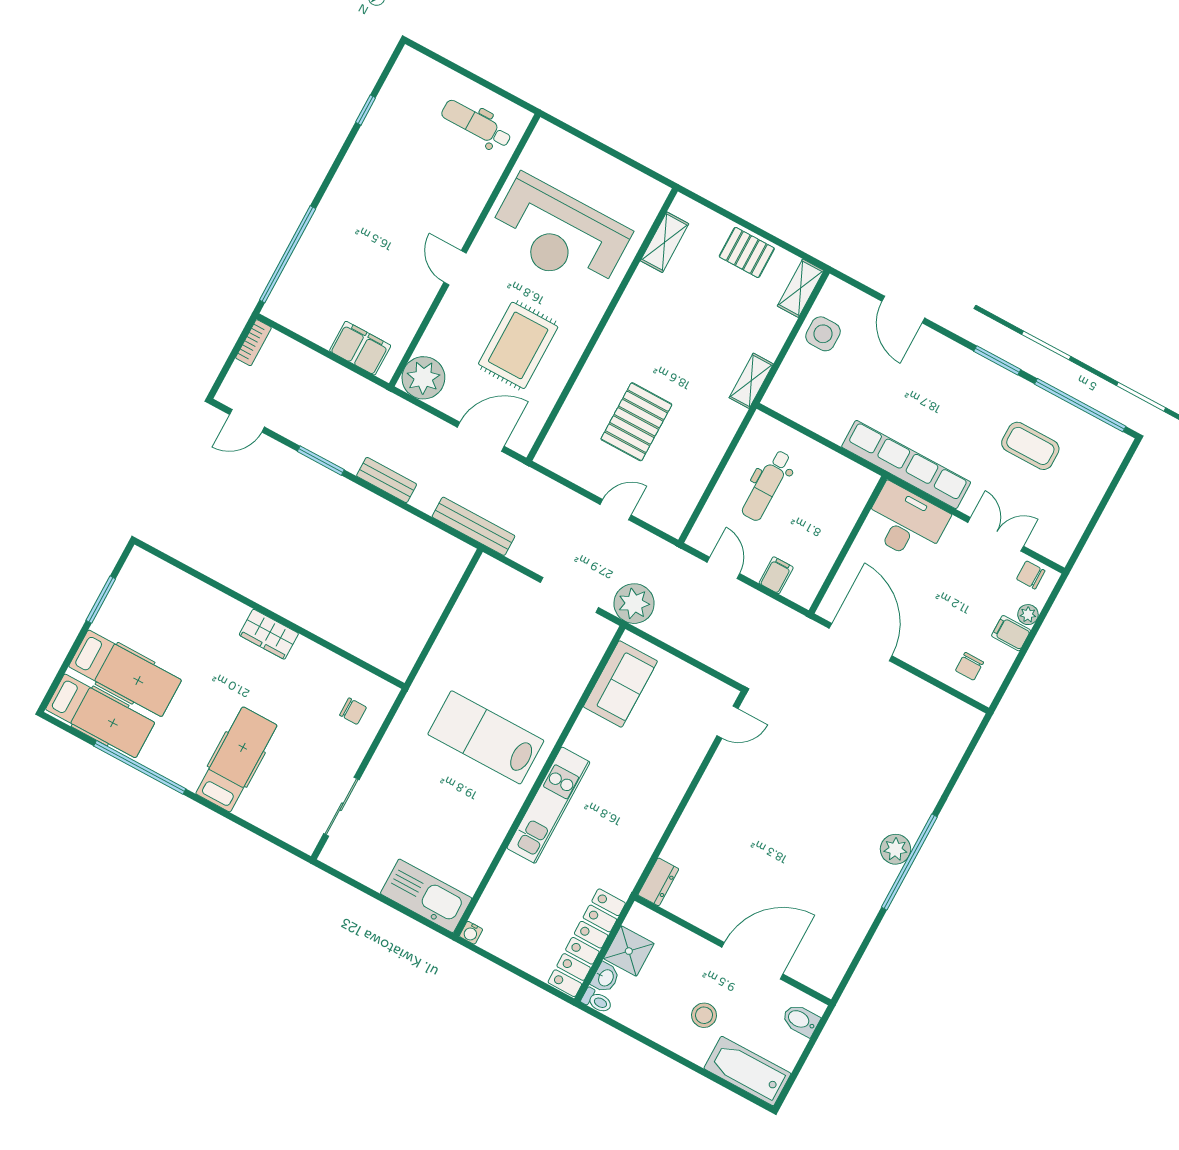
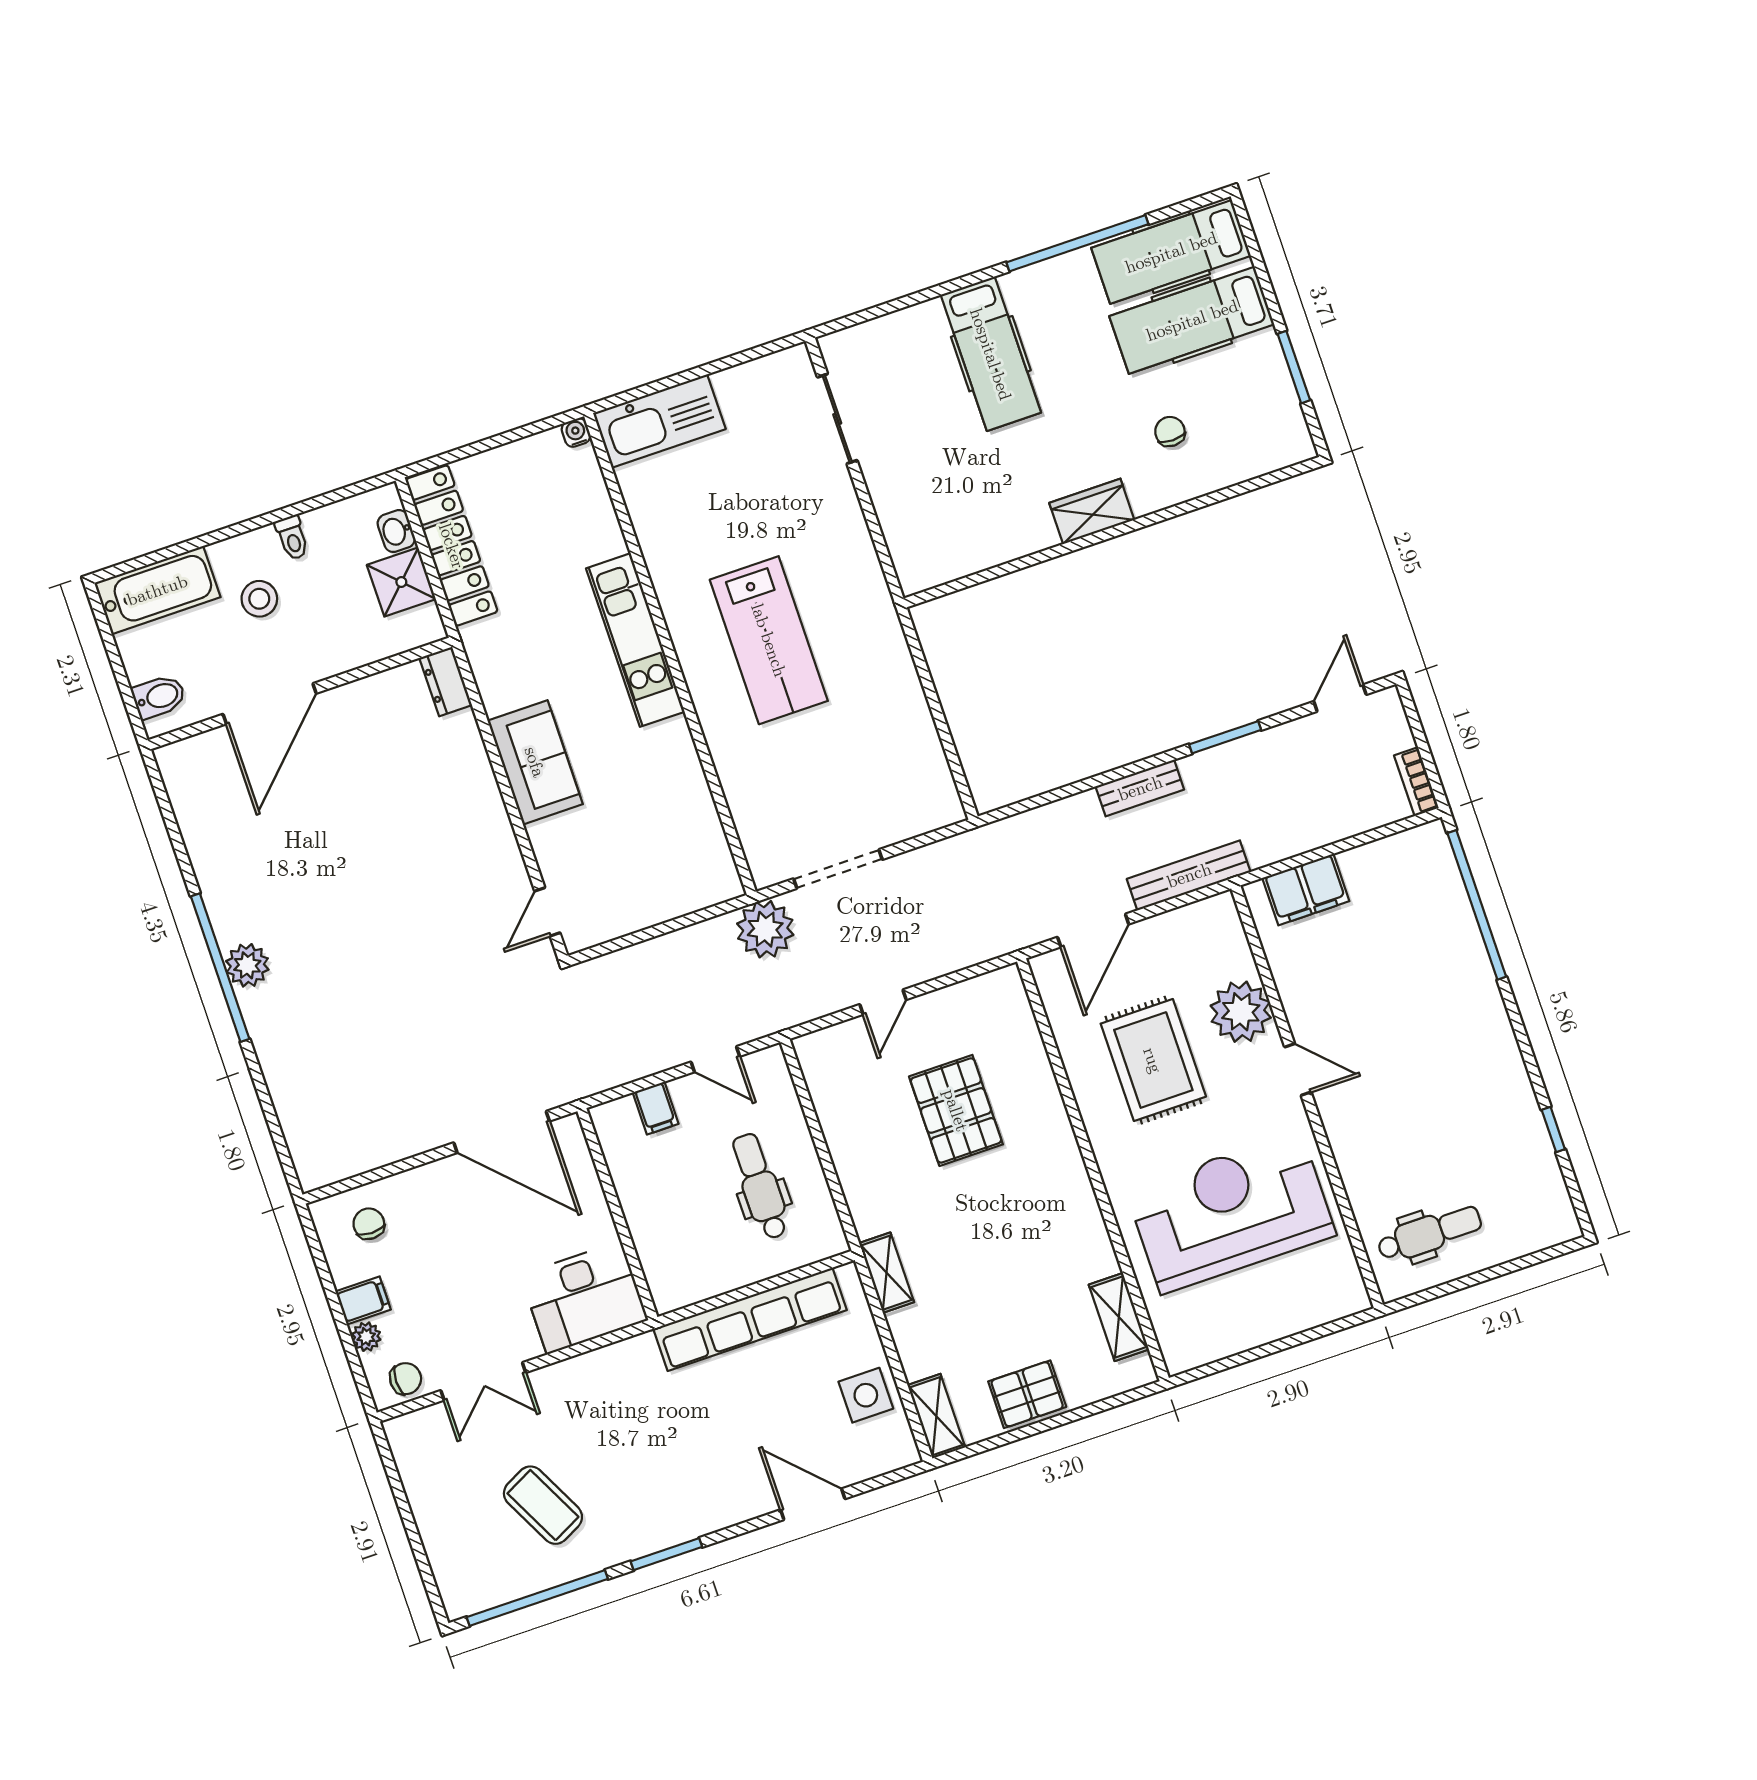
plant: (423, 378) -> (1241, 1012), moved
coffee table: (1030, 446) -> (543, 1505), turned 63
row of seats: (906, 464) -> (750, 1319), moved
bench: (473, 526) -> (1189, 875), moved
sofa: (620, 684) -> (535, 762), moved, turned 180
chair: (353, 711) -> (1170, 432), moved, turned 90
lab bench: (486, 737) -> (769, 640), turned 90
toilet: (597, 1001) -> (292, 538), moved, turned -90

